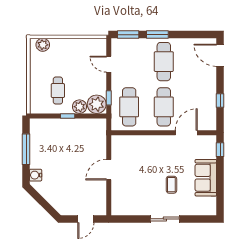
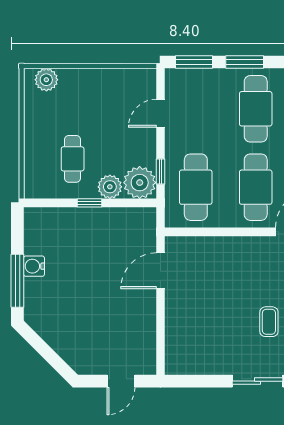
door: (109, 64) -> (160, 113), hinge flipped
window: (26, 149) -> (17, 281), moved
door: (109, 170) -> (160, 271), moved
water cooler: (36, 175) -> (34, 266), moved

